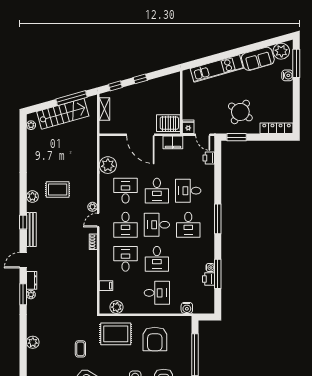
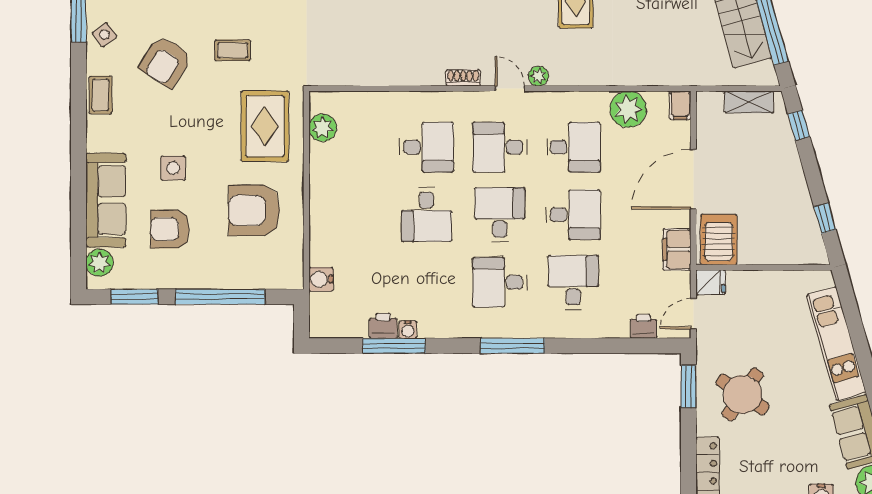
window: (140, 79) -> (825, 218), moved
desk: (157, 191) -> (573, 215), turned 180
desk: (157, 259) -> (427, 215), turned -90
filing cabinet: (106, 286) -> (680, 105), moved
desk: (157, 293) -> (353, 215), removed

